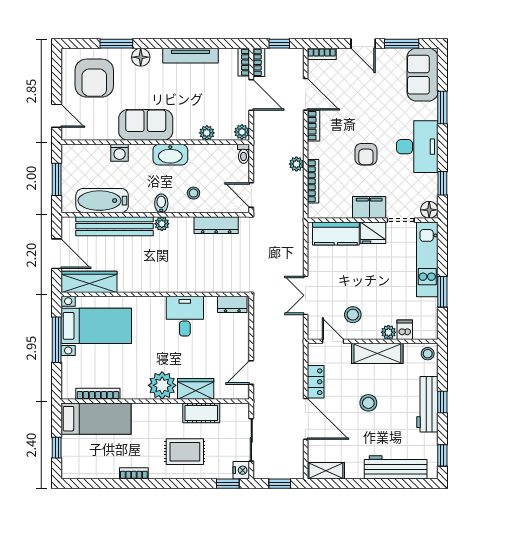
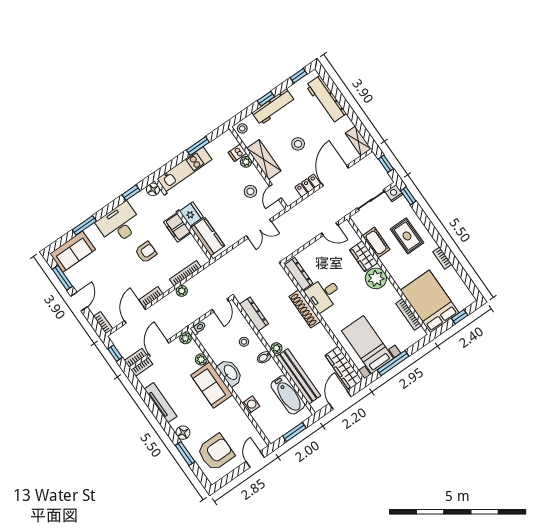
sofa: (146, 125) -> (212, 385), moved
shoe rack: (183, 285) -> (305, 309), added
dresser: (232, 304) -> (299, 274), width x1.44
bed: (96, 419) -> (430, 302), width x1.50

